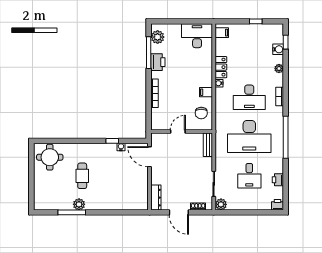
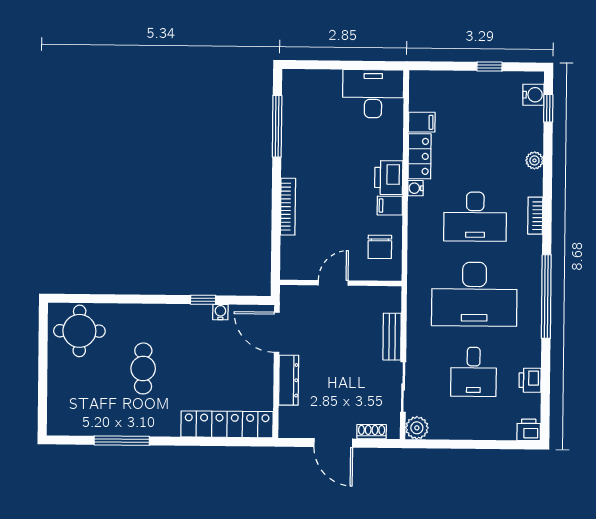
filing cabinet: (222, 33) -> (422, 122), moved
plant: (158, 37) -> (295, 96), removed
water cooler: (278, 49) -> (533, 95), moved
printer: (158, 62) -> (389, 178), moved, turned 180
bench: (208, 145) -> (392, 337), moved
dresser: (156, 198) -> (289, 380), moved
plant: (79, 204) -> (136, 425), removed
locker: (125, 204) -> (227, 424), added

